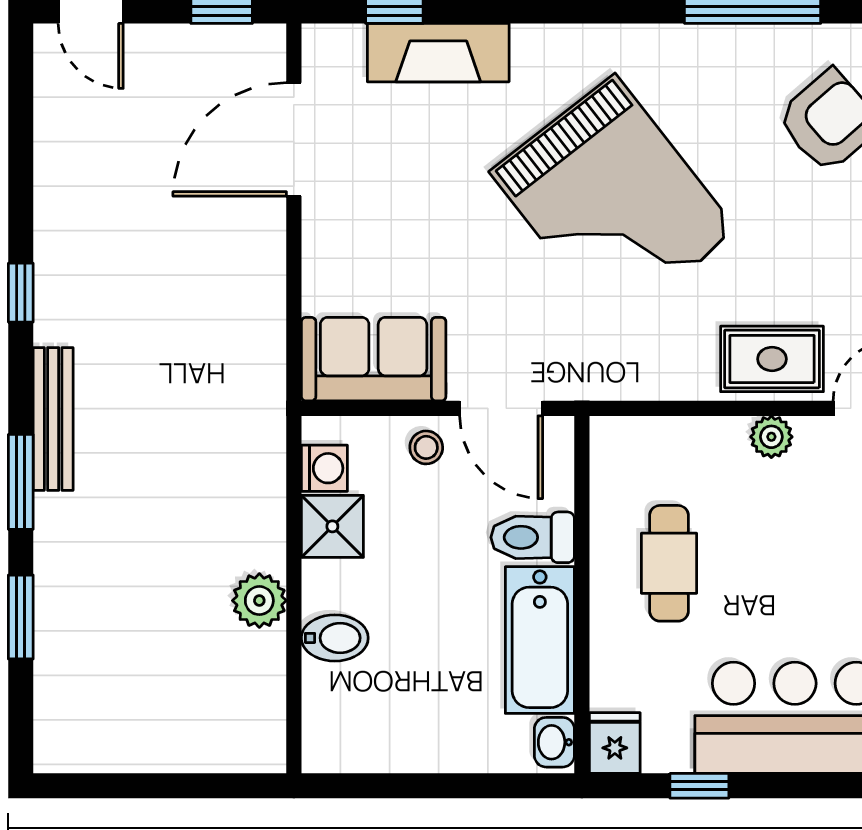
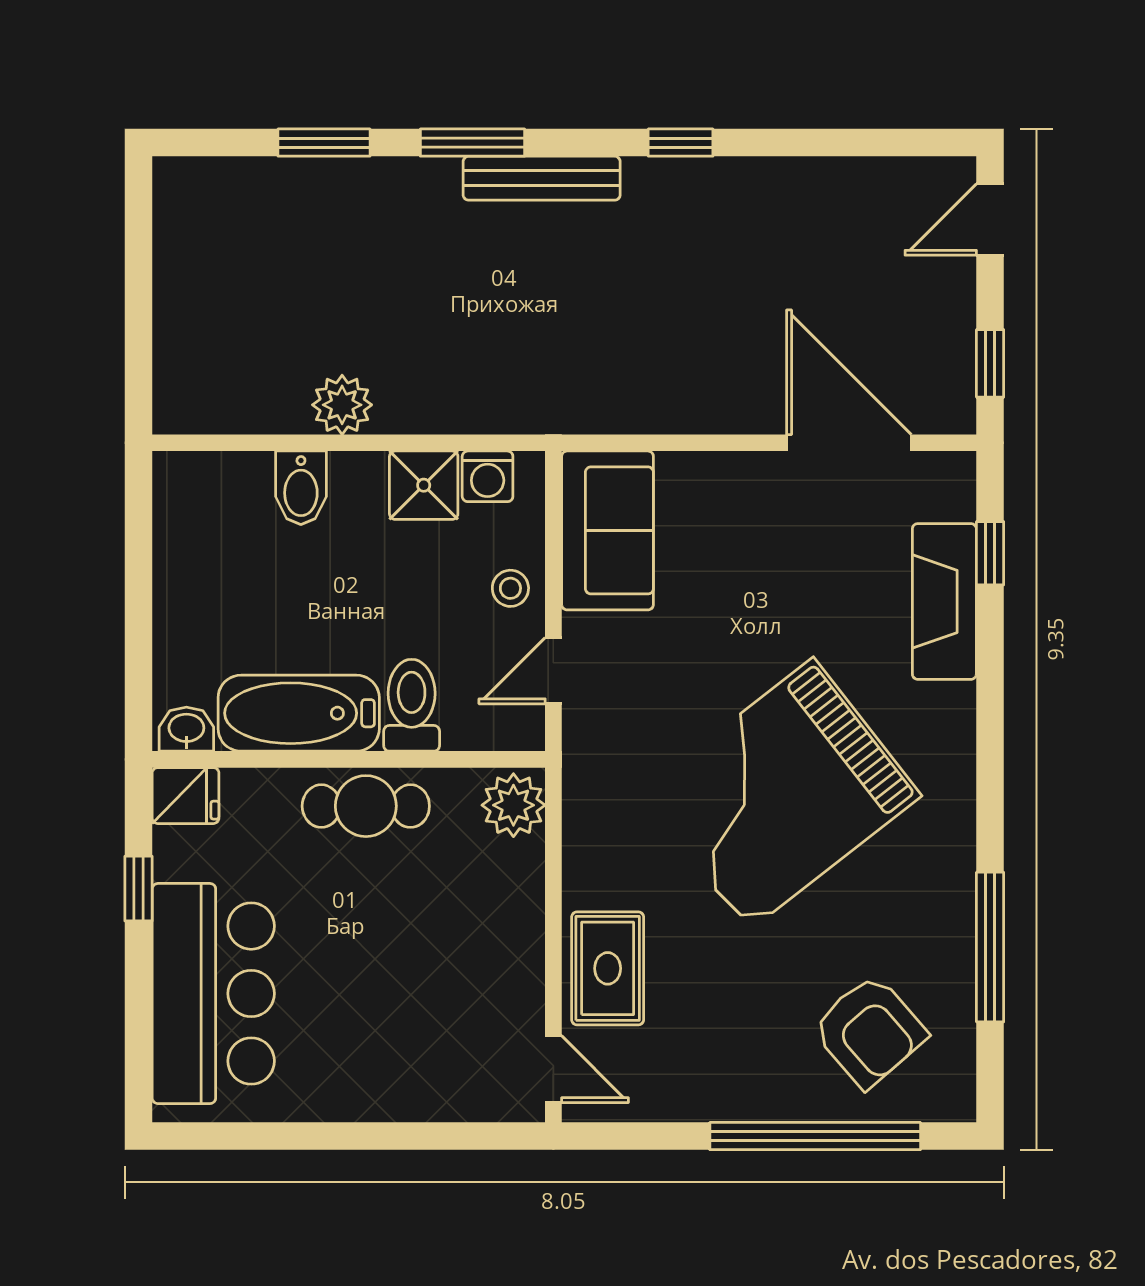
door: (501, 408) -> (553, 671), width x0.73
plant: (771, 437) -> (513, 805), moved, width x1.38, depth x1.38
cafe table: (669, 563) -> (366, 806), moved

